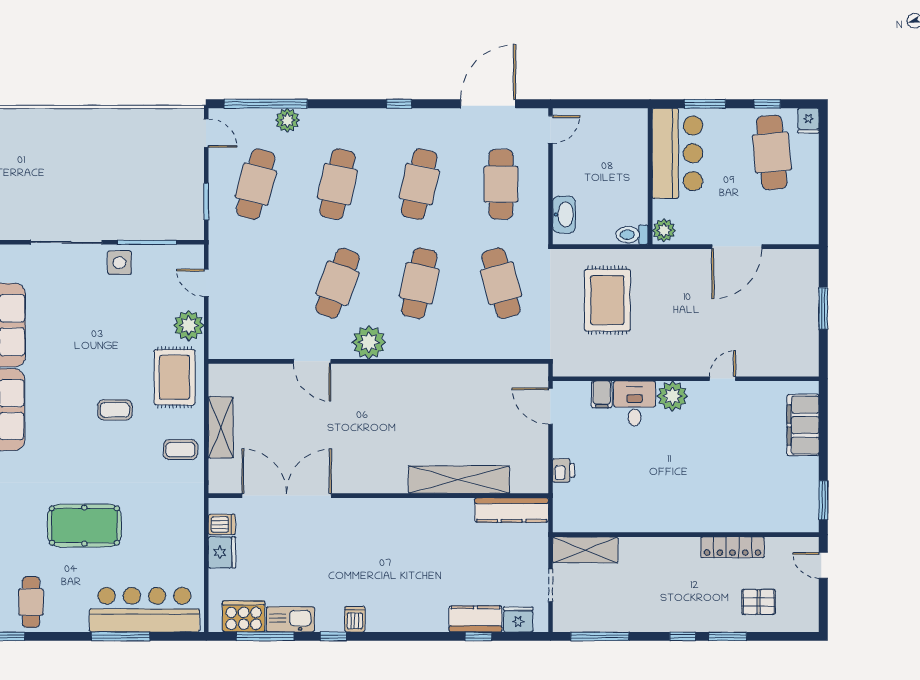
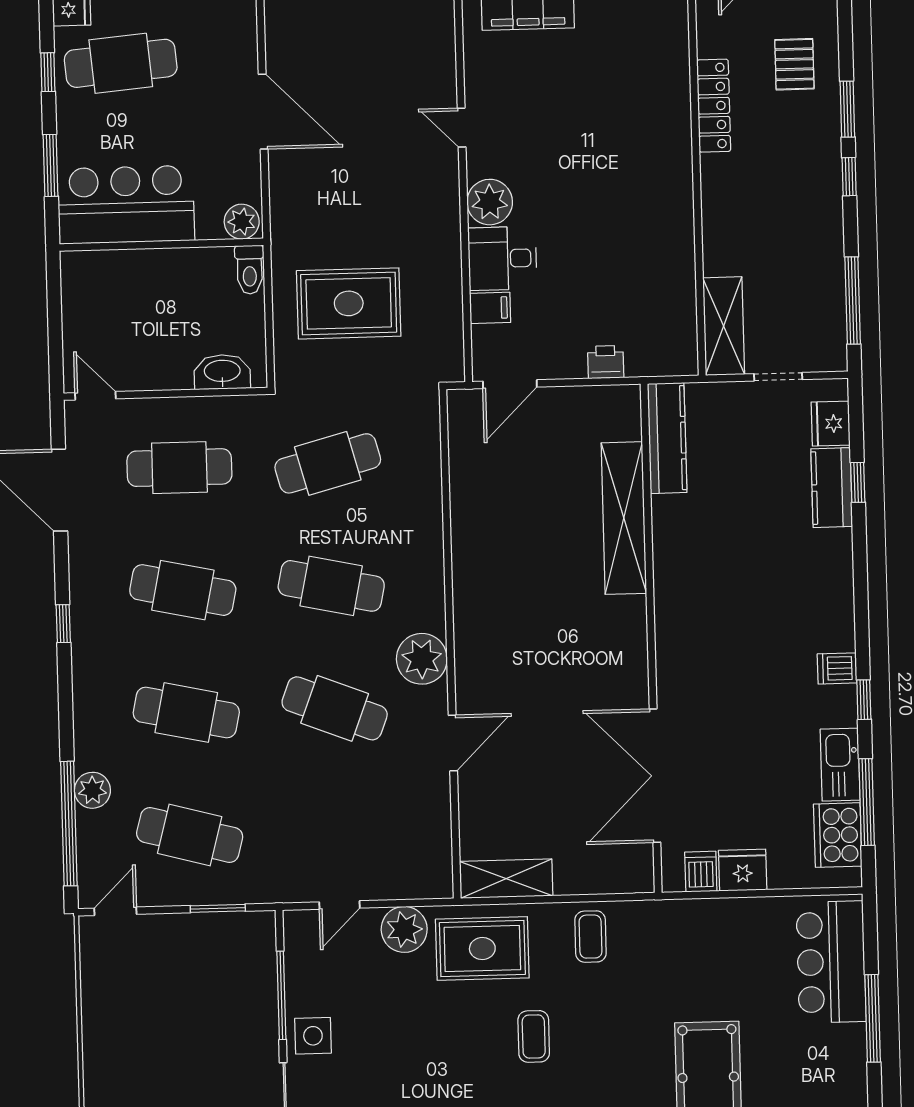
shelving: (221, 427) -> (506, 879), moved
bar counter: (144, 610) -> (831, 962), width x0.73

